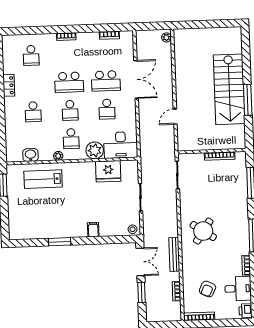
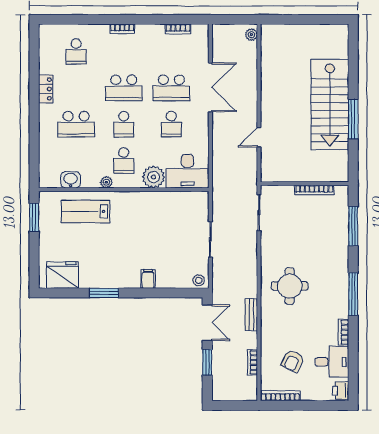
school desk: (33, 112) -> (76, 124), width x1.85
fridge: (108, 171) -> (63, 275), moved, turned 180
round table: (203, 231) -> (290, 286), turned -34
bench: (174, 254) -> (251, 315), width x0.73

